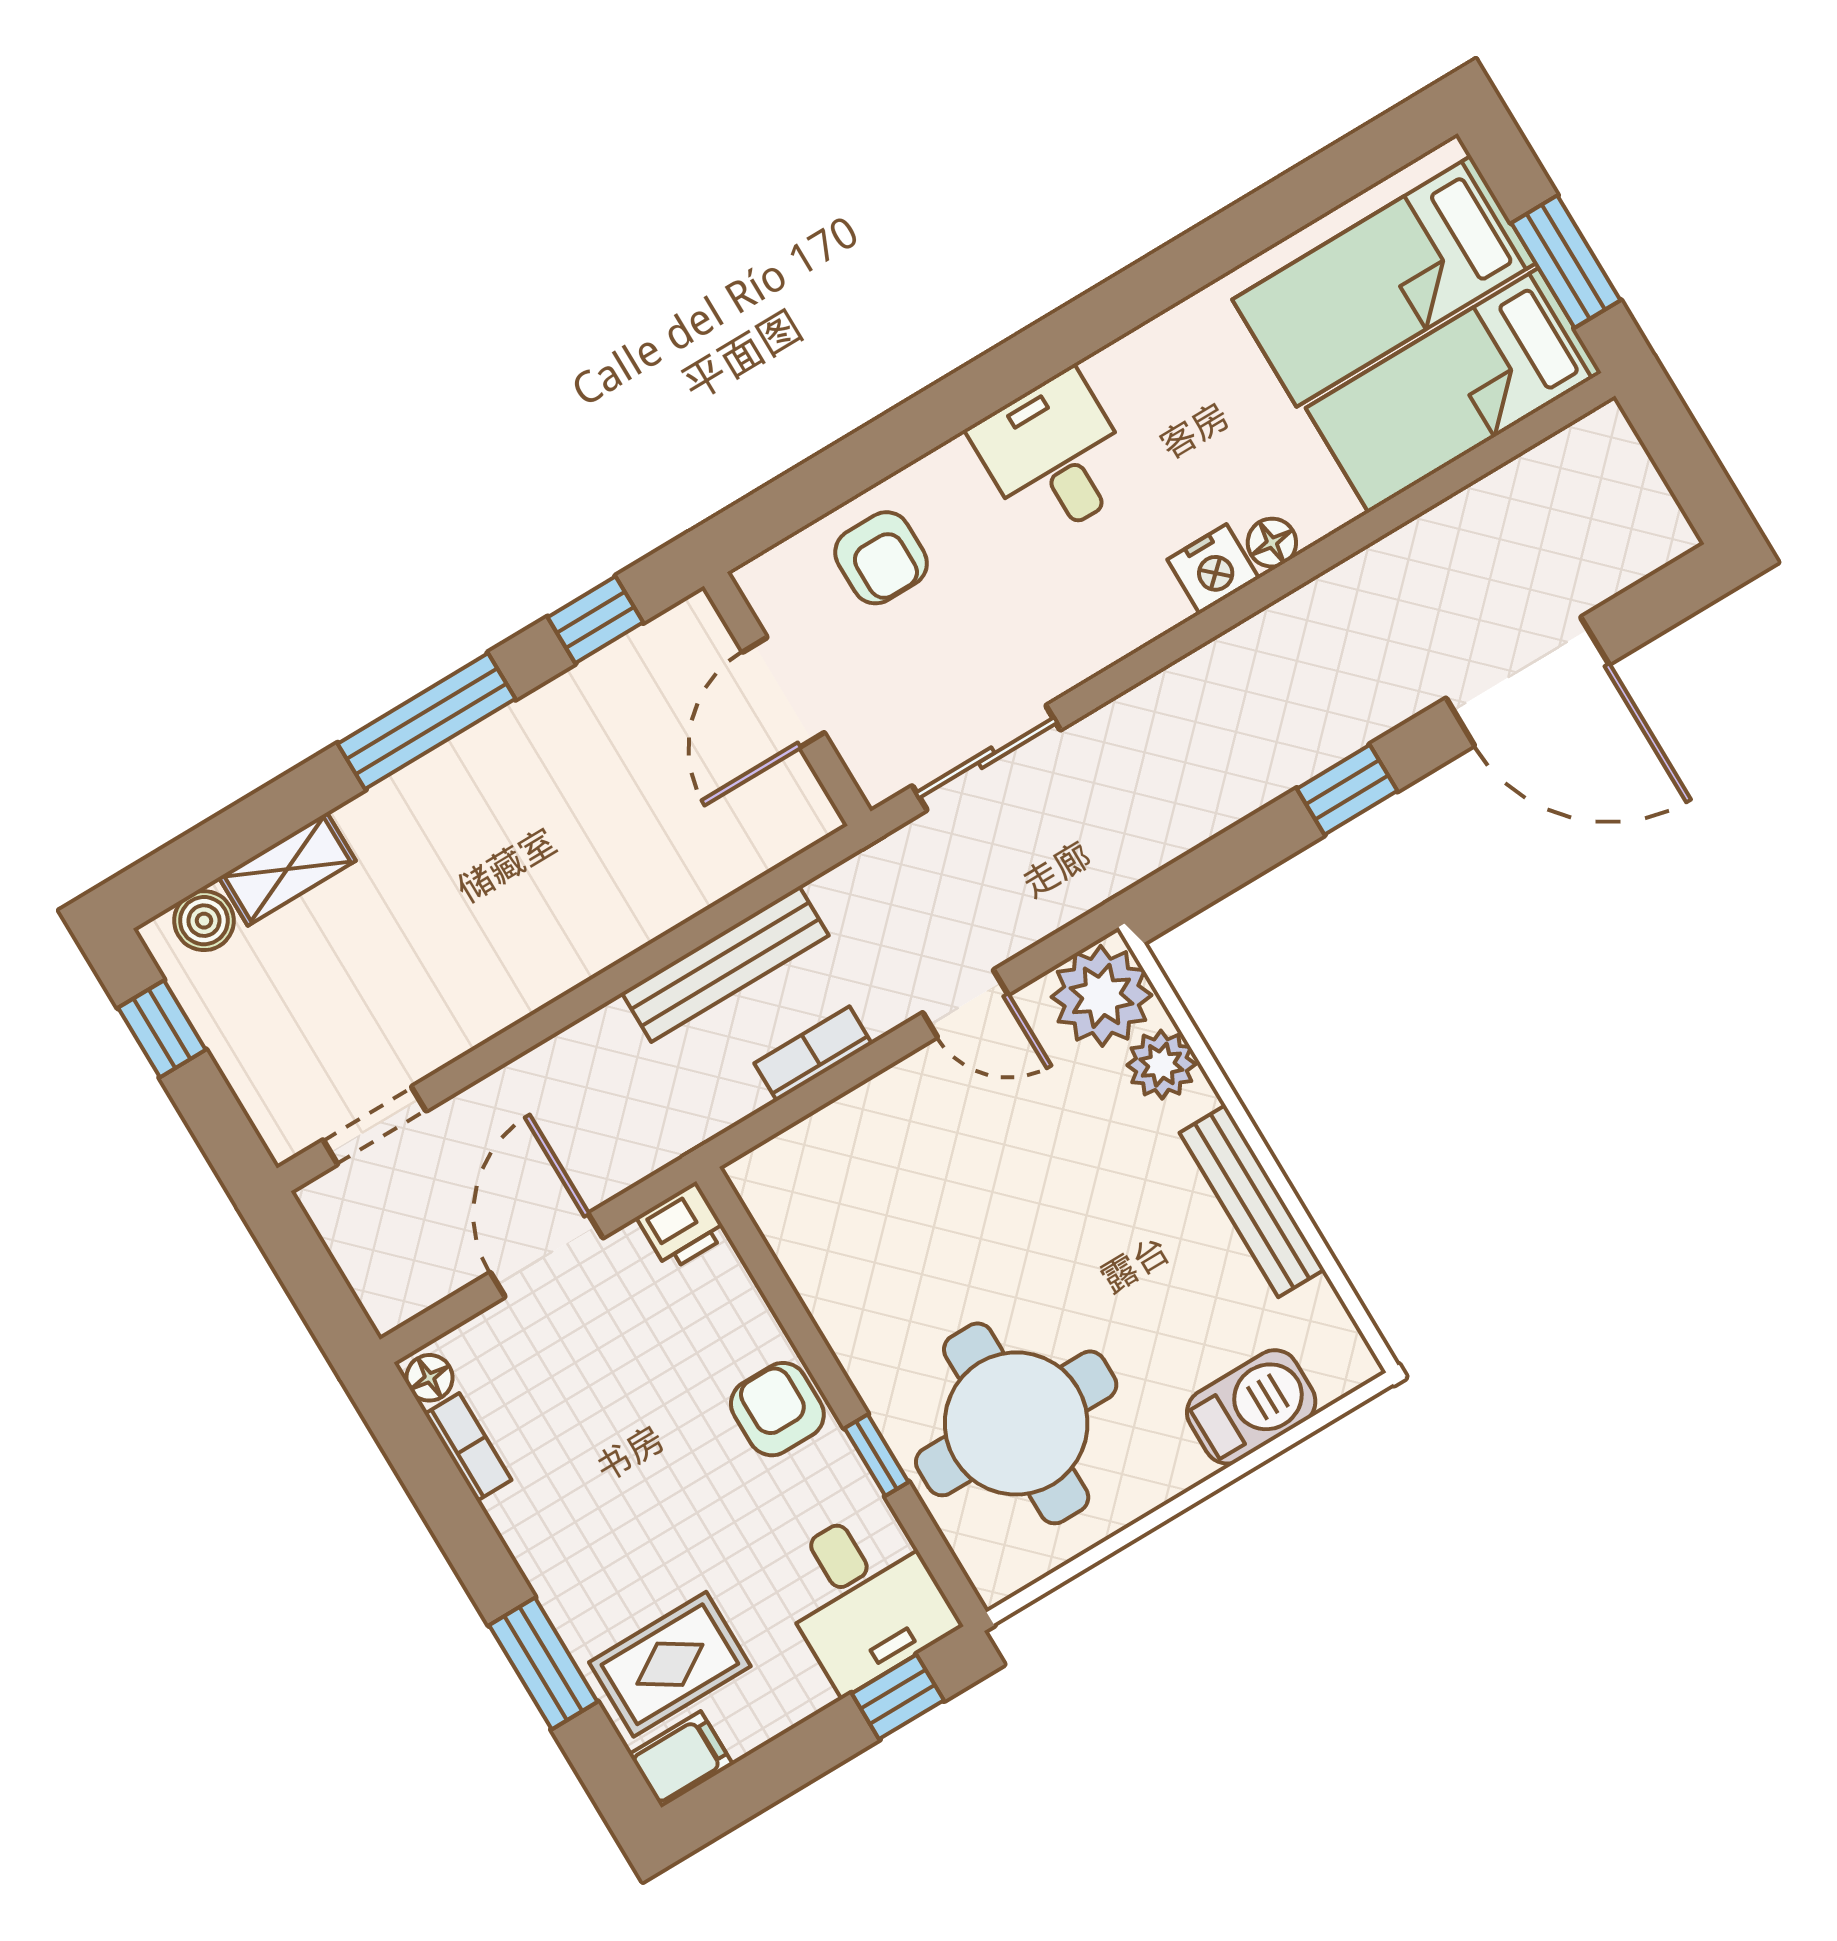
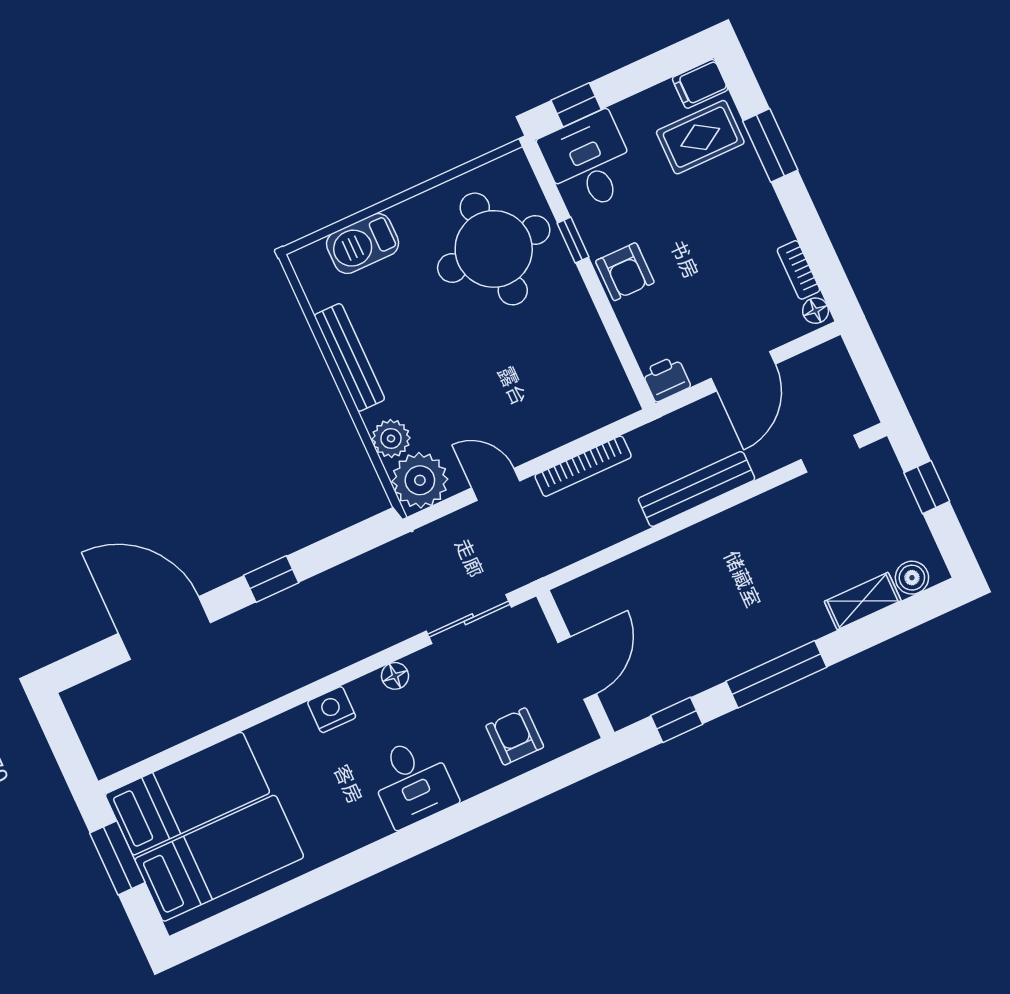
floor lamp: (1272, 543) -> (395, 676), moved
bench: (725, 964) -> (697, 489), moved
window: (162, 1029) -> (927, 487), moved
bookcase: (813, 1054) -> (583, 466), width x1.56

